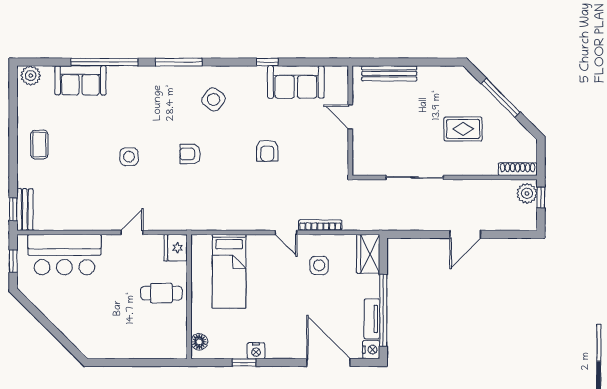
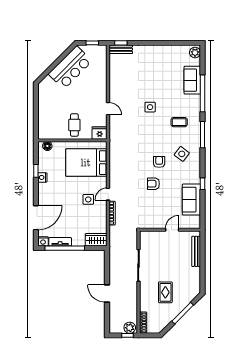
coffee table: (39, 144) -> (179, 122), moved
armchair: (190, 154) -> (159, 162), moved
bar counter: (64, 255) -> (70, 68), moved, turned -135
side table: (319, 265) -> (88, 199), moved
bed: (229, 271) -> (86, 163), width x1.50

